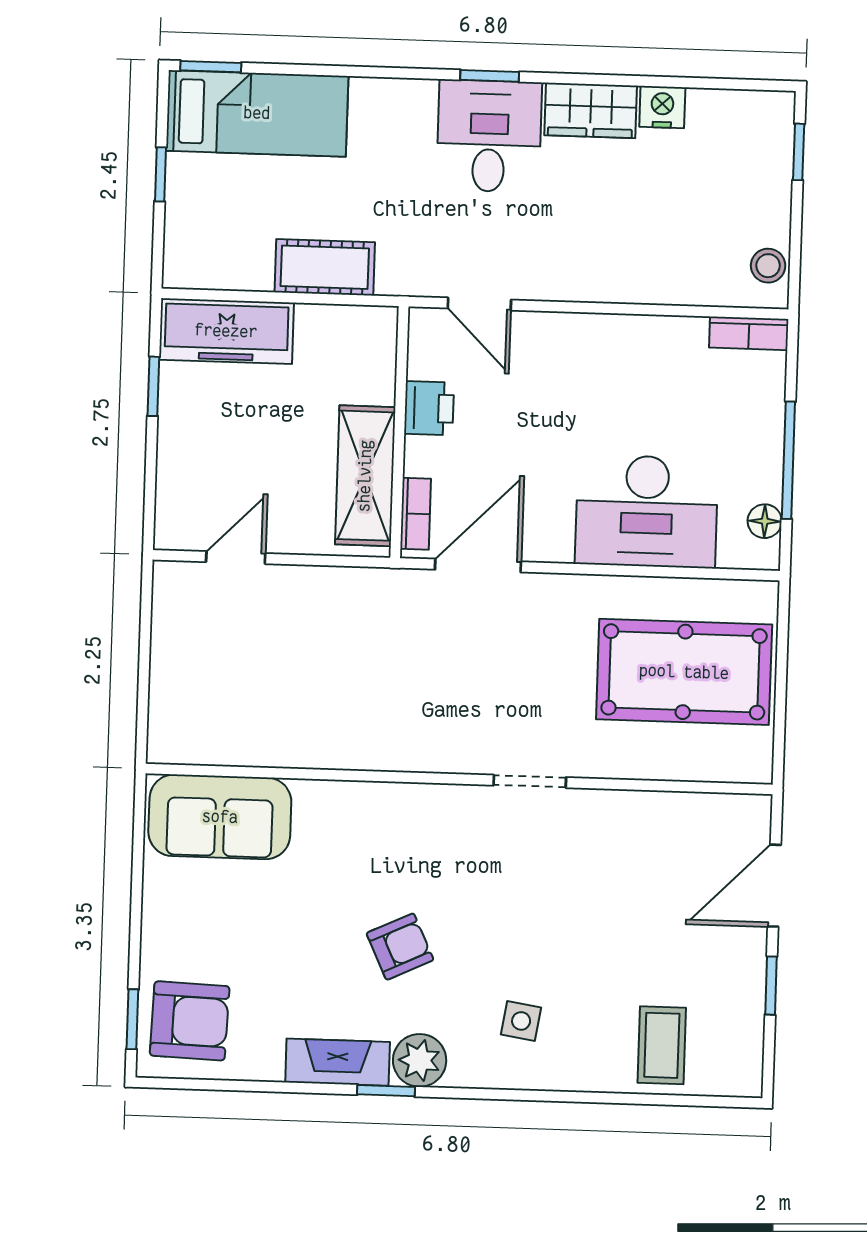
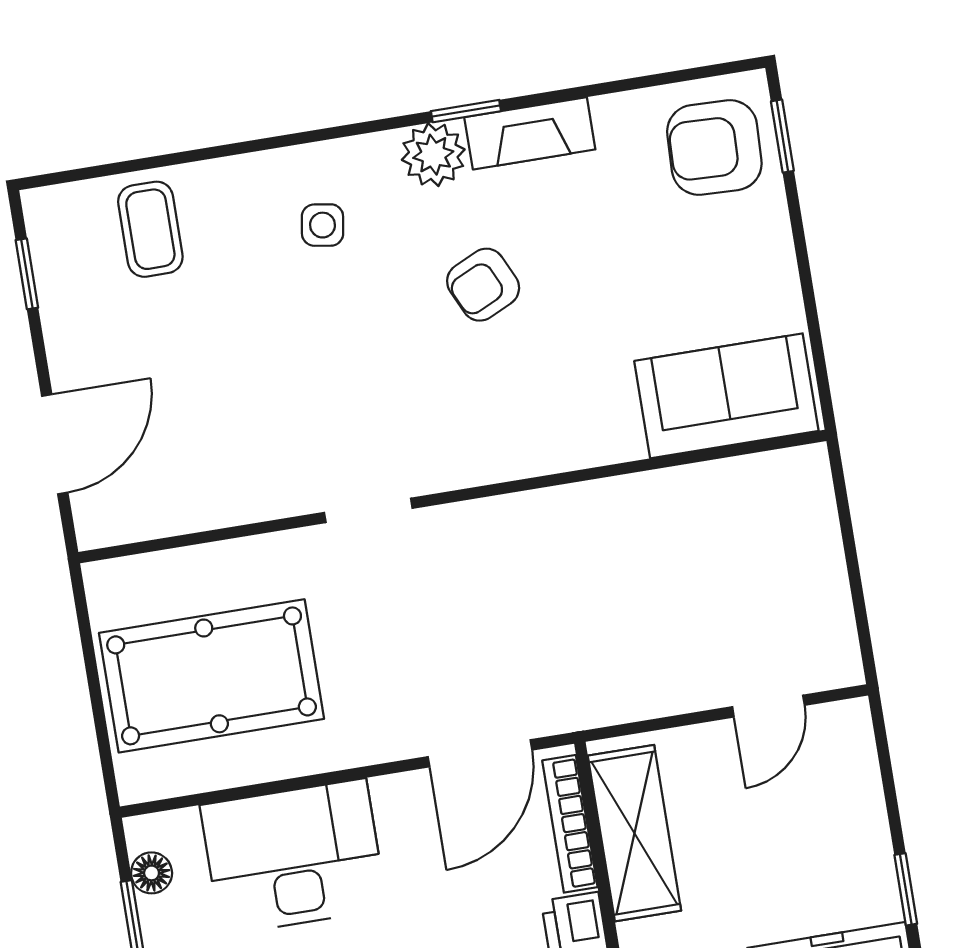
bookcase: (416, 514) -> (570, 824), width x1.56
window: (771, 986) -> (27, 274), moved

